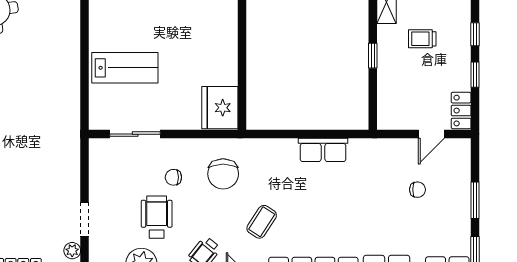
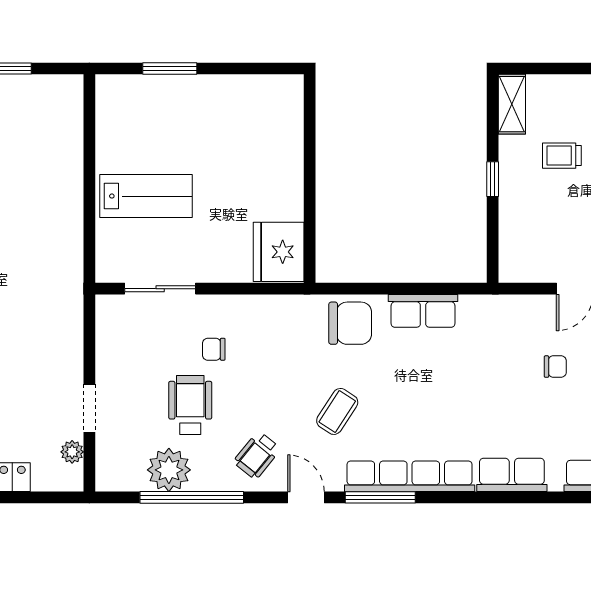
chair: (223, 174) -> (350, 323), moved, turned -90

